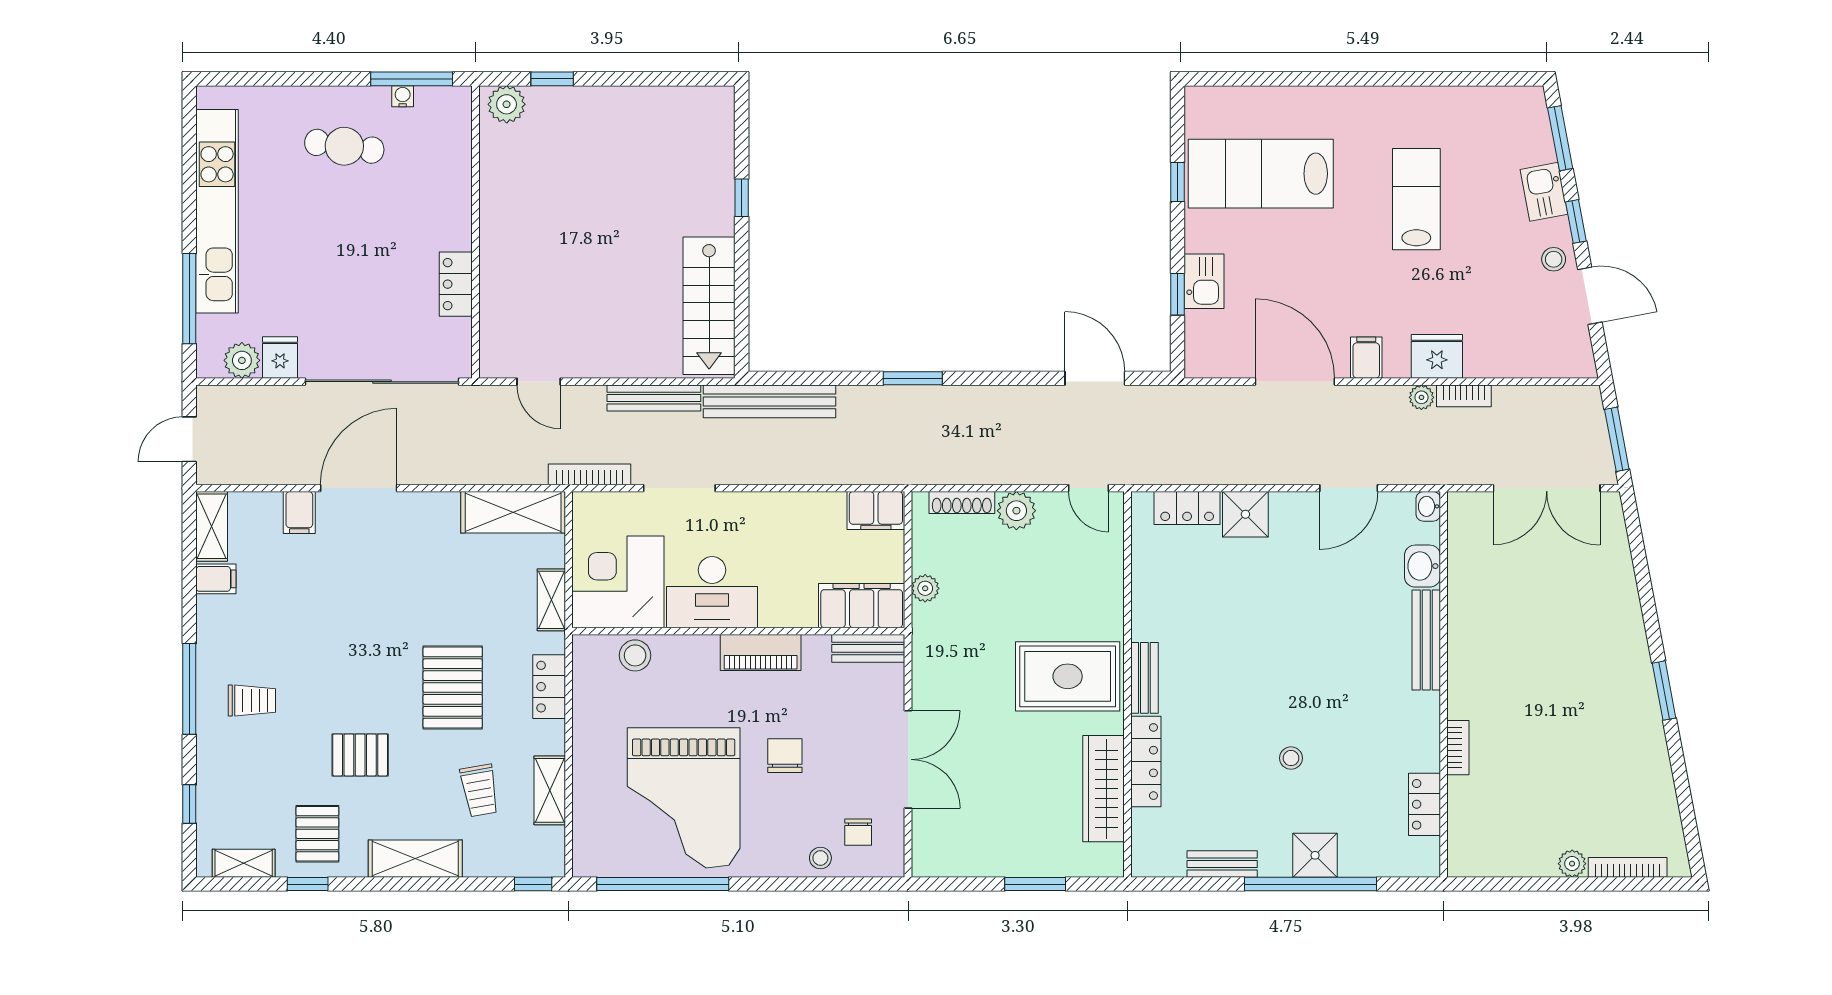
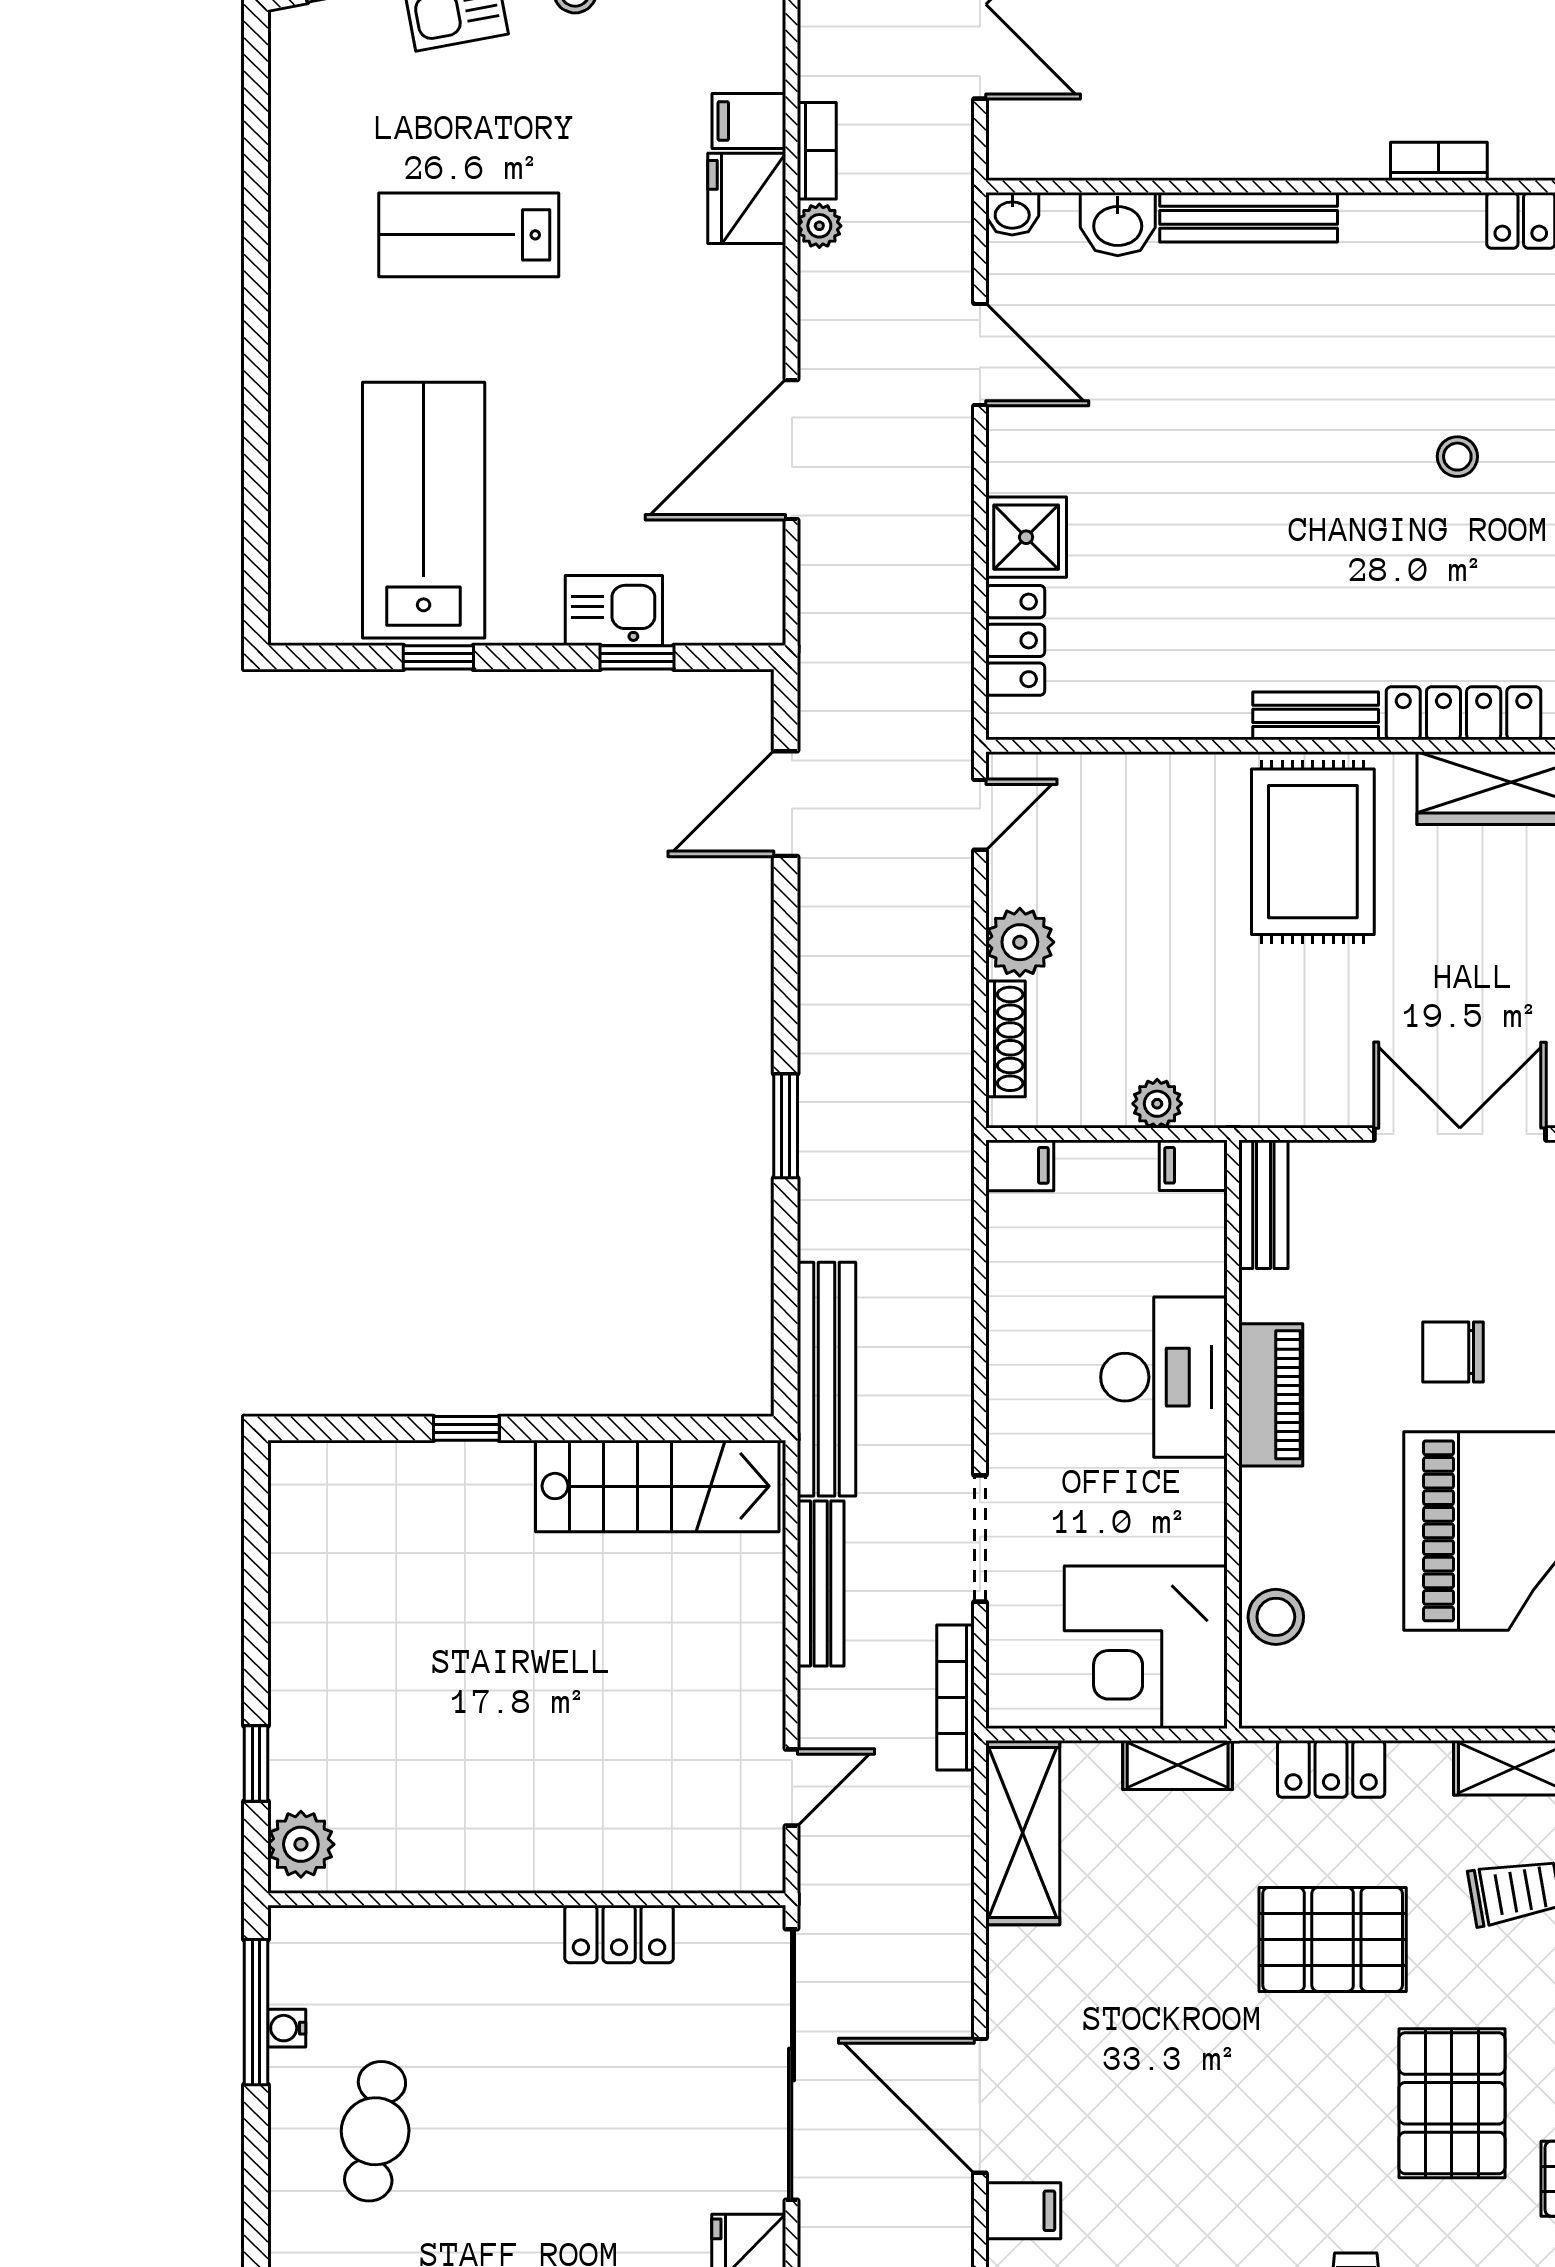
lab bench: (1261, 174) -> (424, 510), turned 180
filing cabinet: (1366, 358) -> (749, 121), moved
filing cabinet: (876, 511) -> (1020, 1165), width x0.50
desk: (712, 592) -> (1164, 1377), moved
filing cabinet: (862, 606) -> (1193, 1165), width x0.33, depth x0.86
pallet: (360, 755) -> (1452, 2103), width x1.50, depth x1.42

